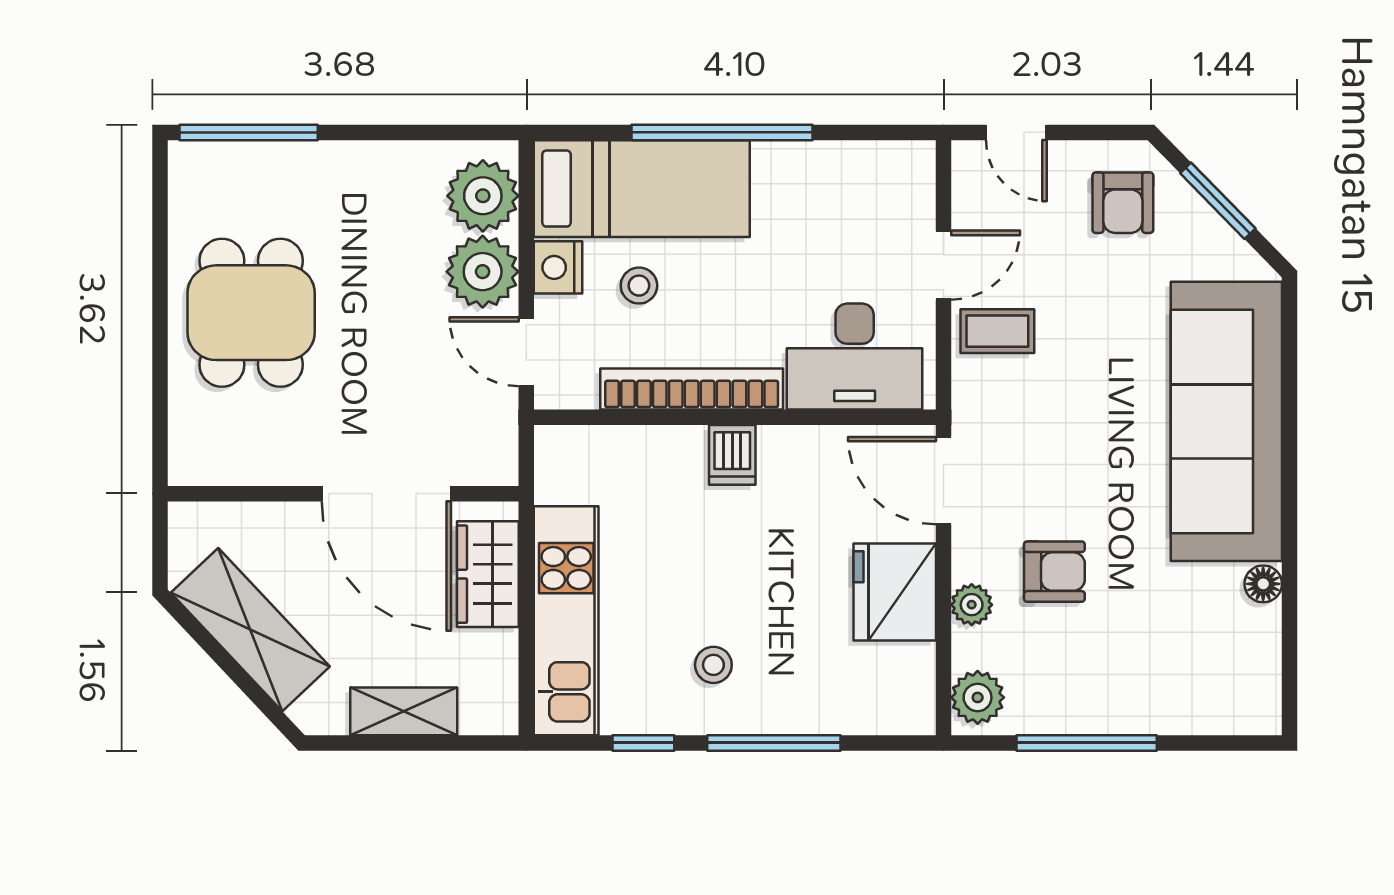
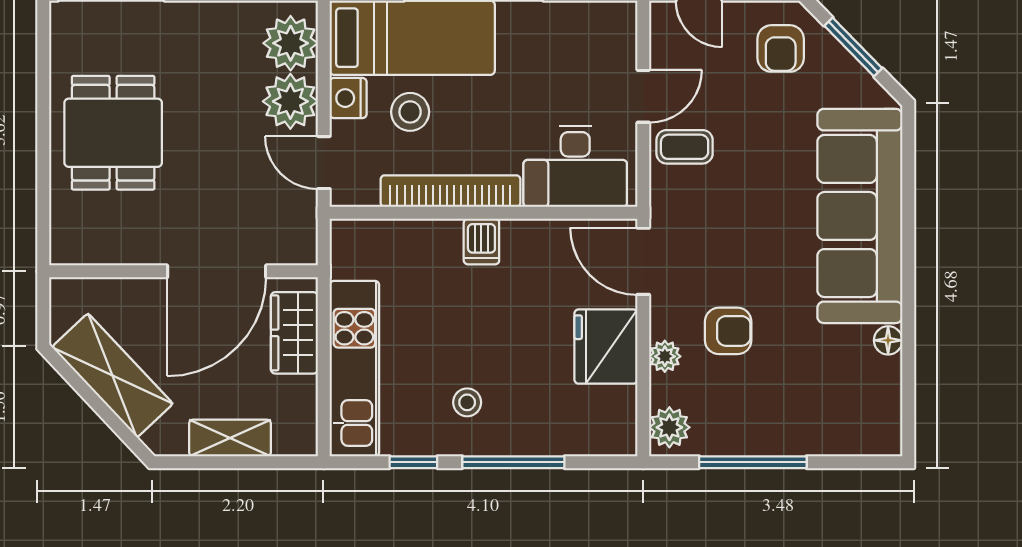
stool: (639, 286) -> (410, 112), width x1.37, depth x1.37
door: (386, 494) -> (217, 271), hinge flipped

